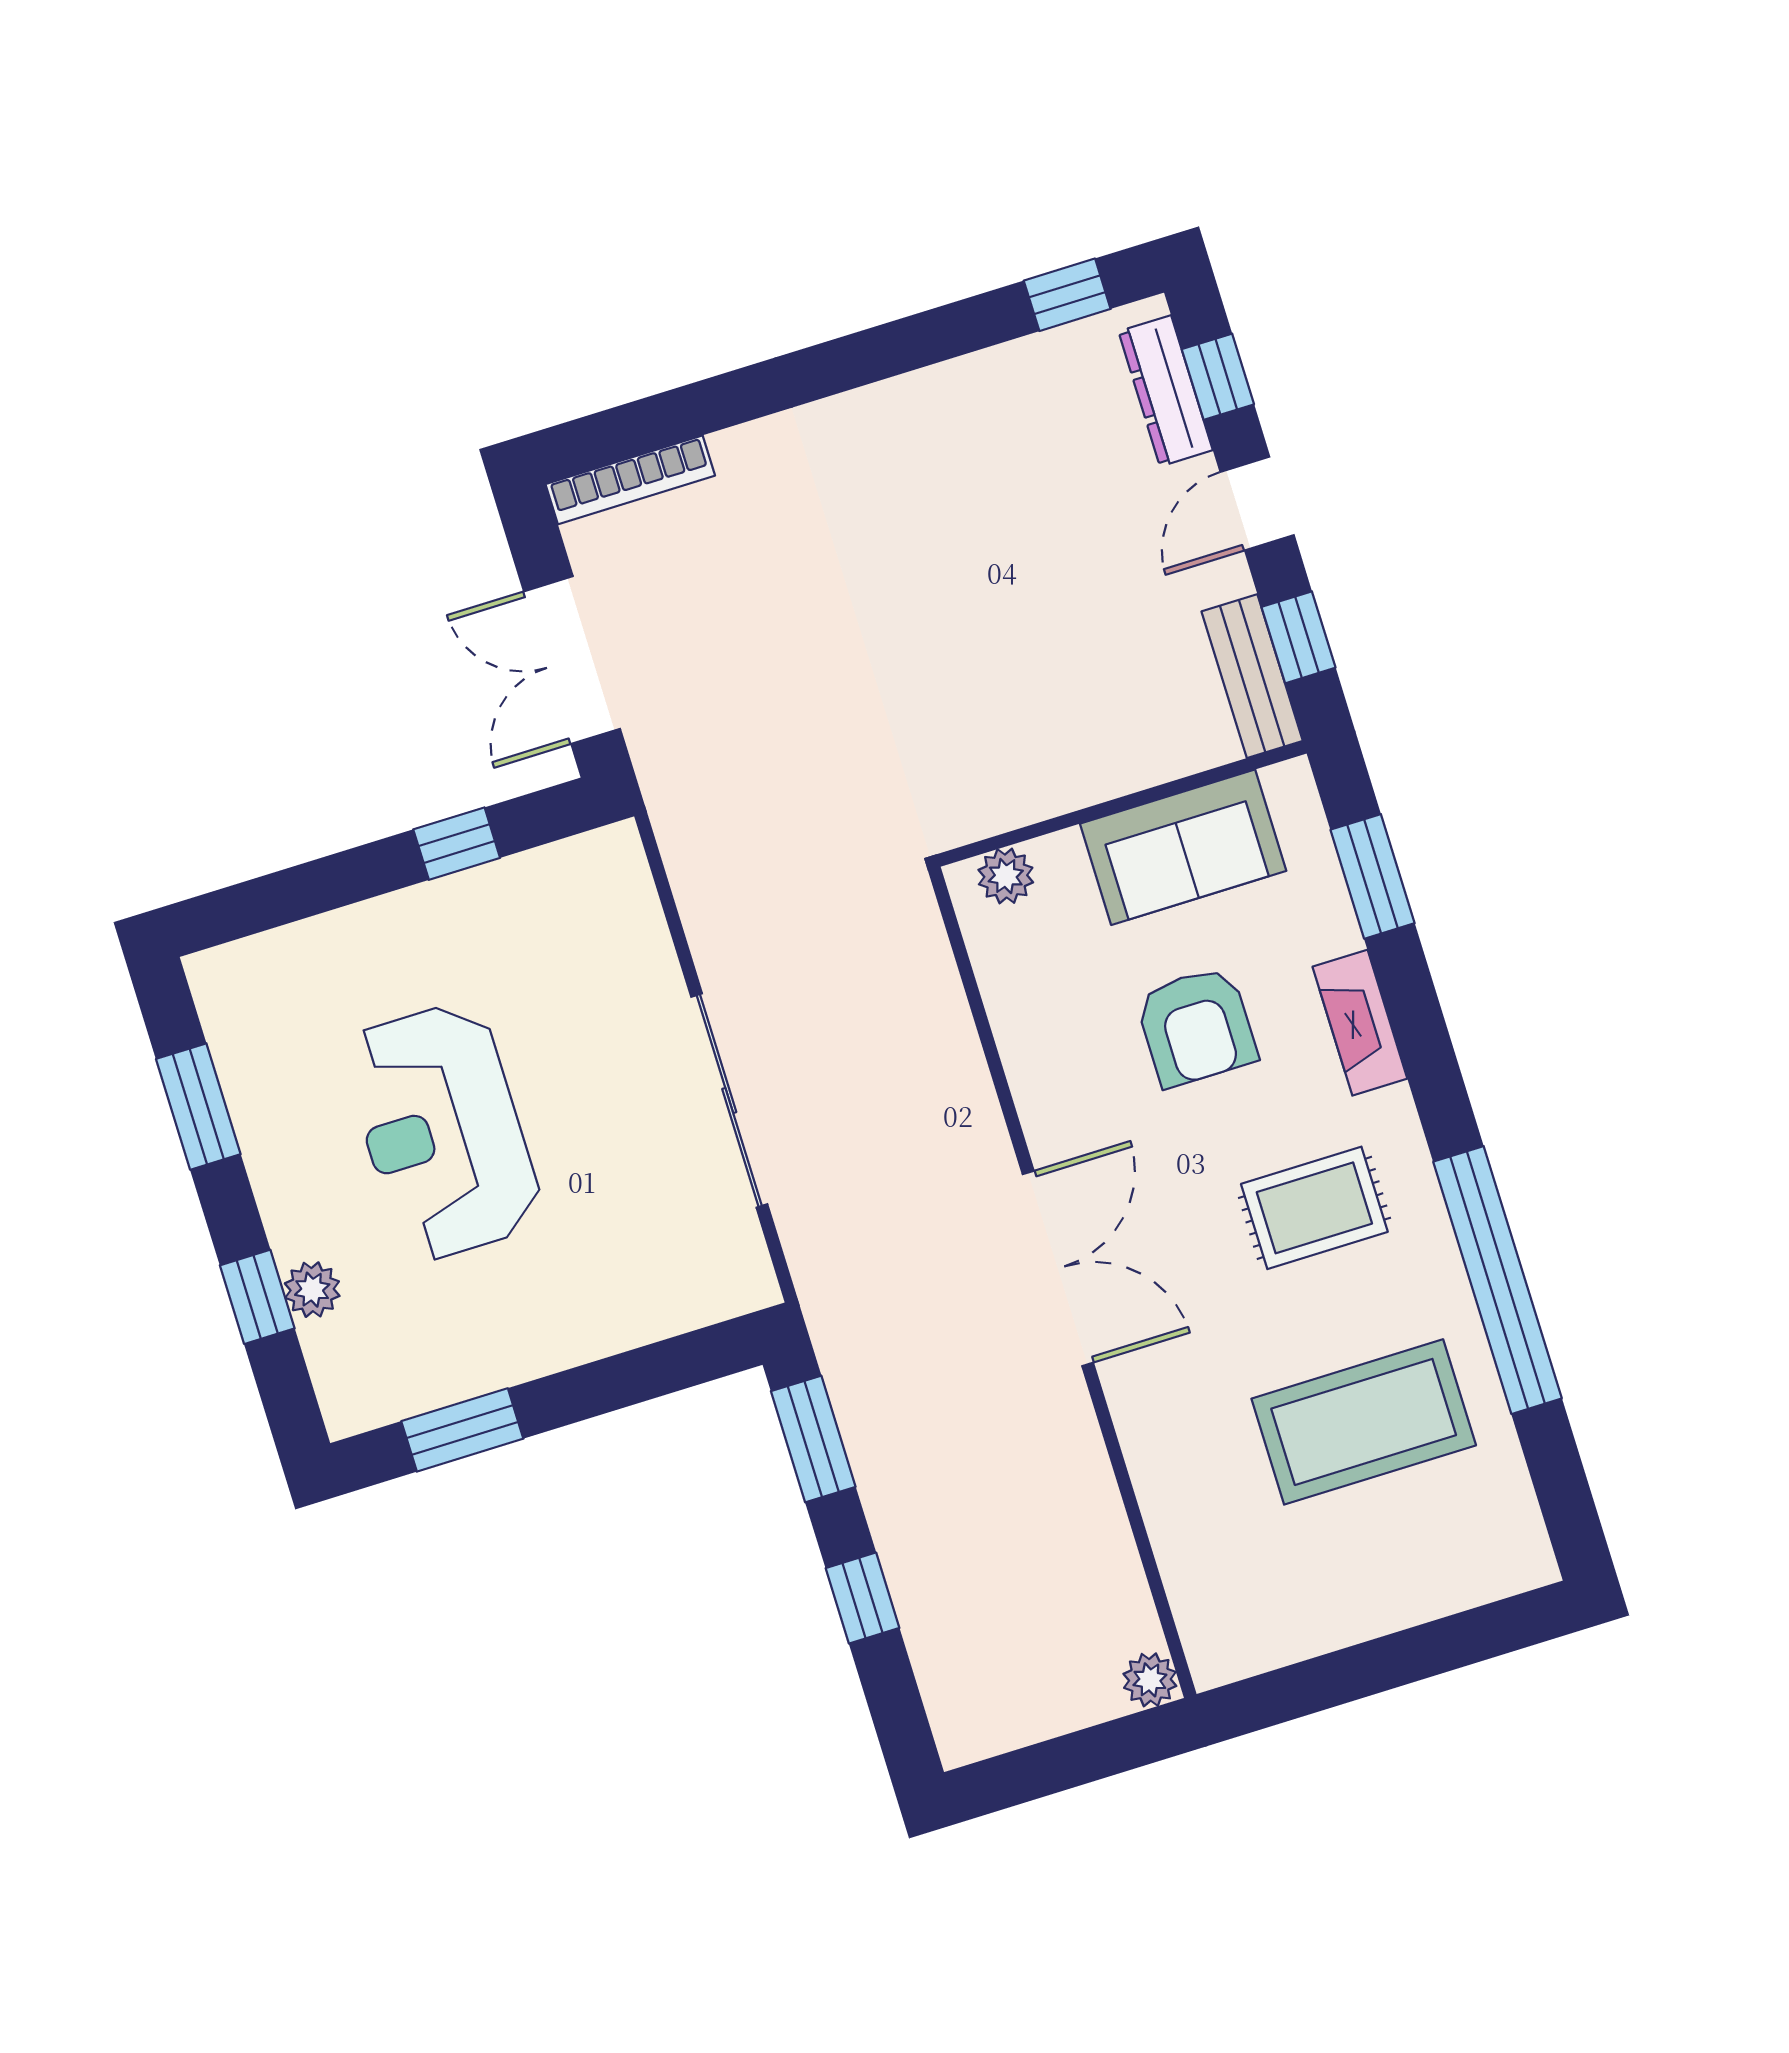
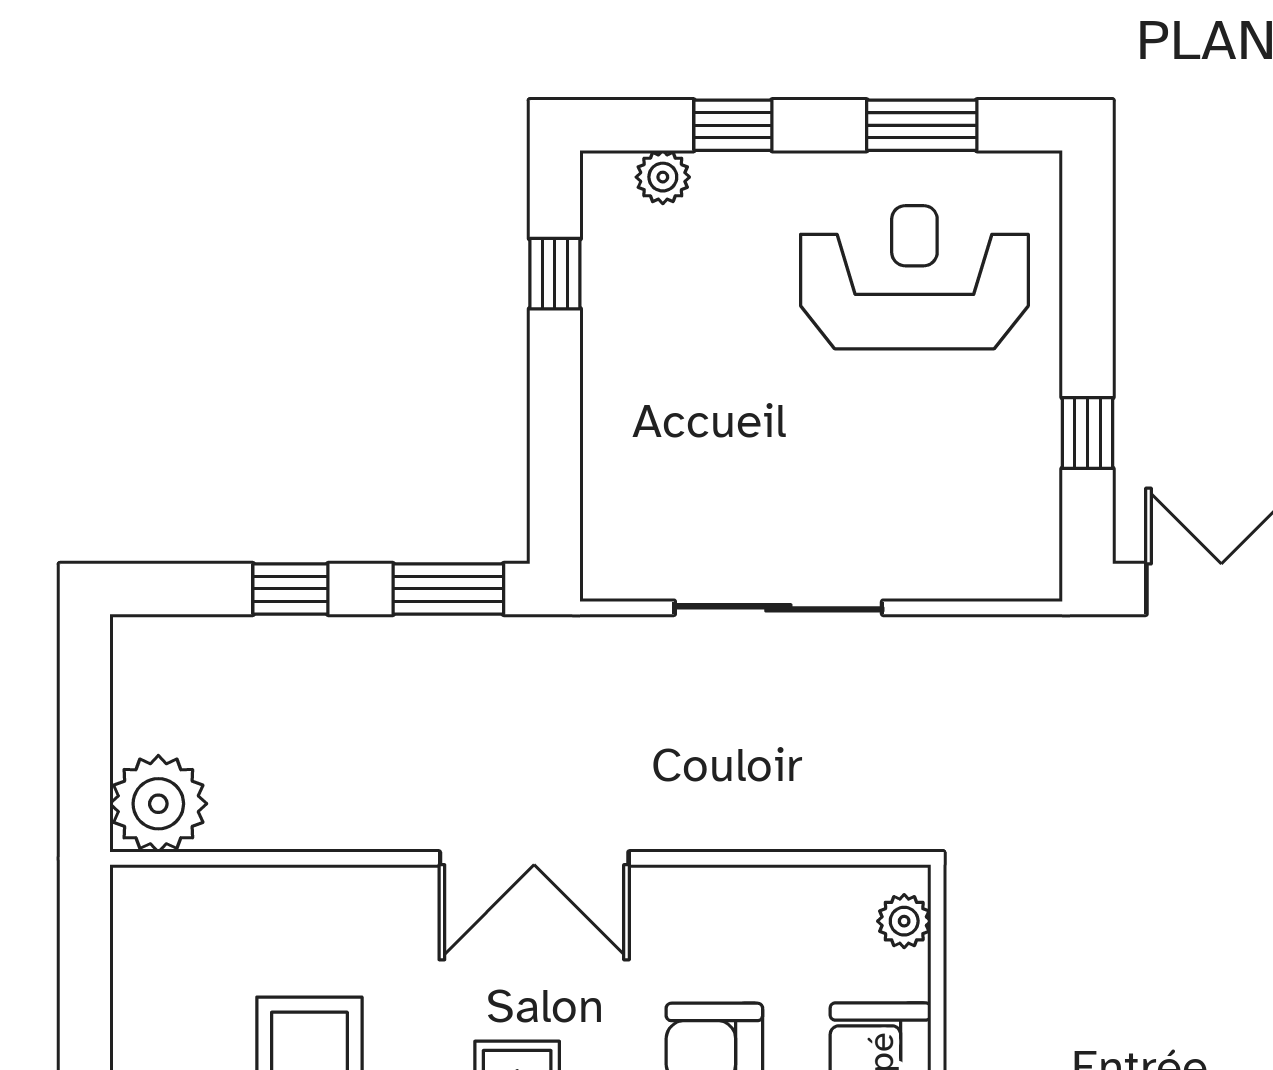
reception desk: (442, 1132) -> (914, 277), moved
plant: (312, 1290) -> (663, 177), moved
window: (462, 1430) -> (555, 274), width x0.67
plant: (1150, 1680) -> (158, 804), width x1.88, depth x1.88

